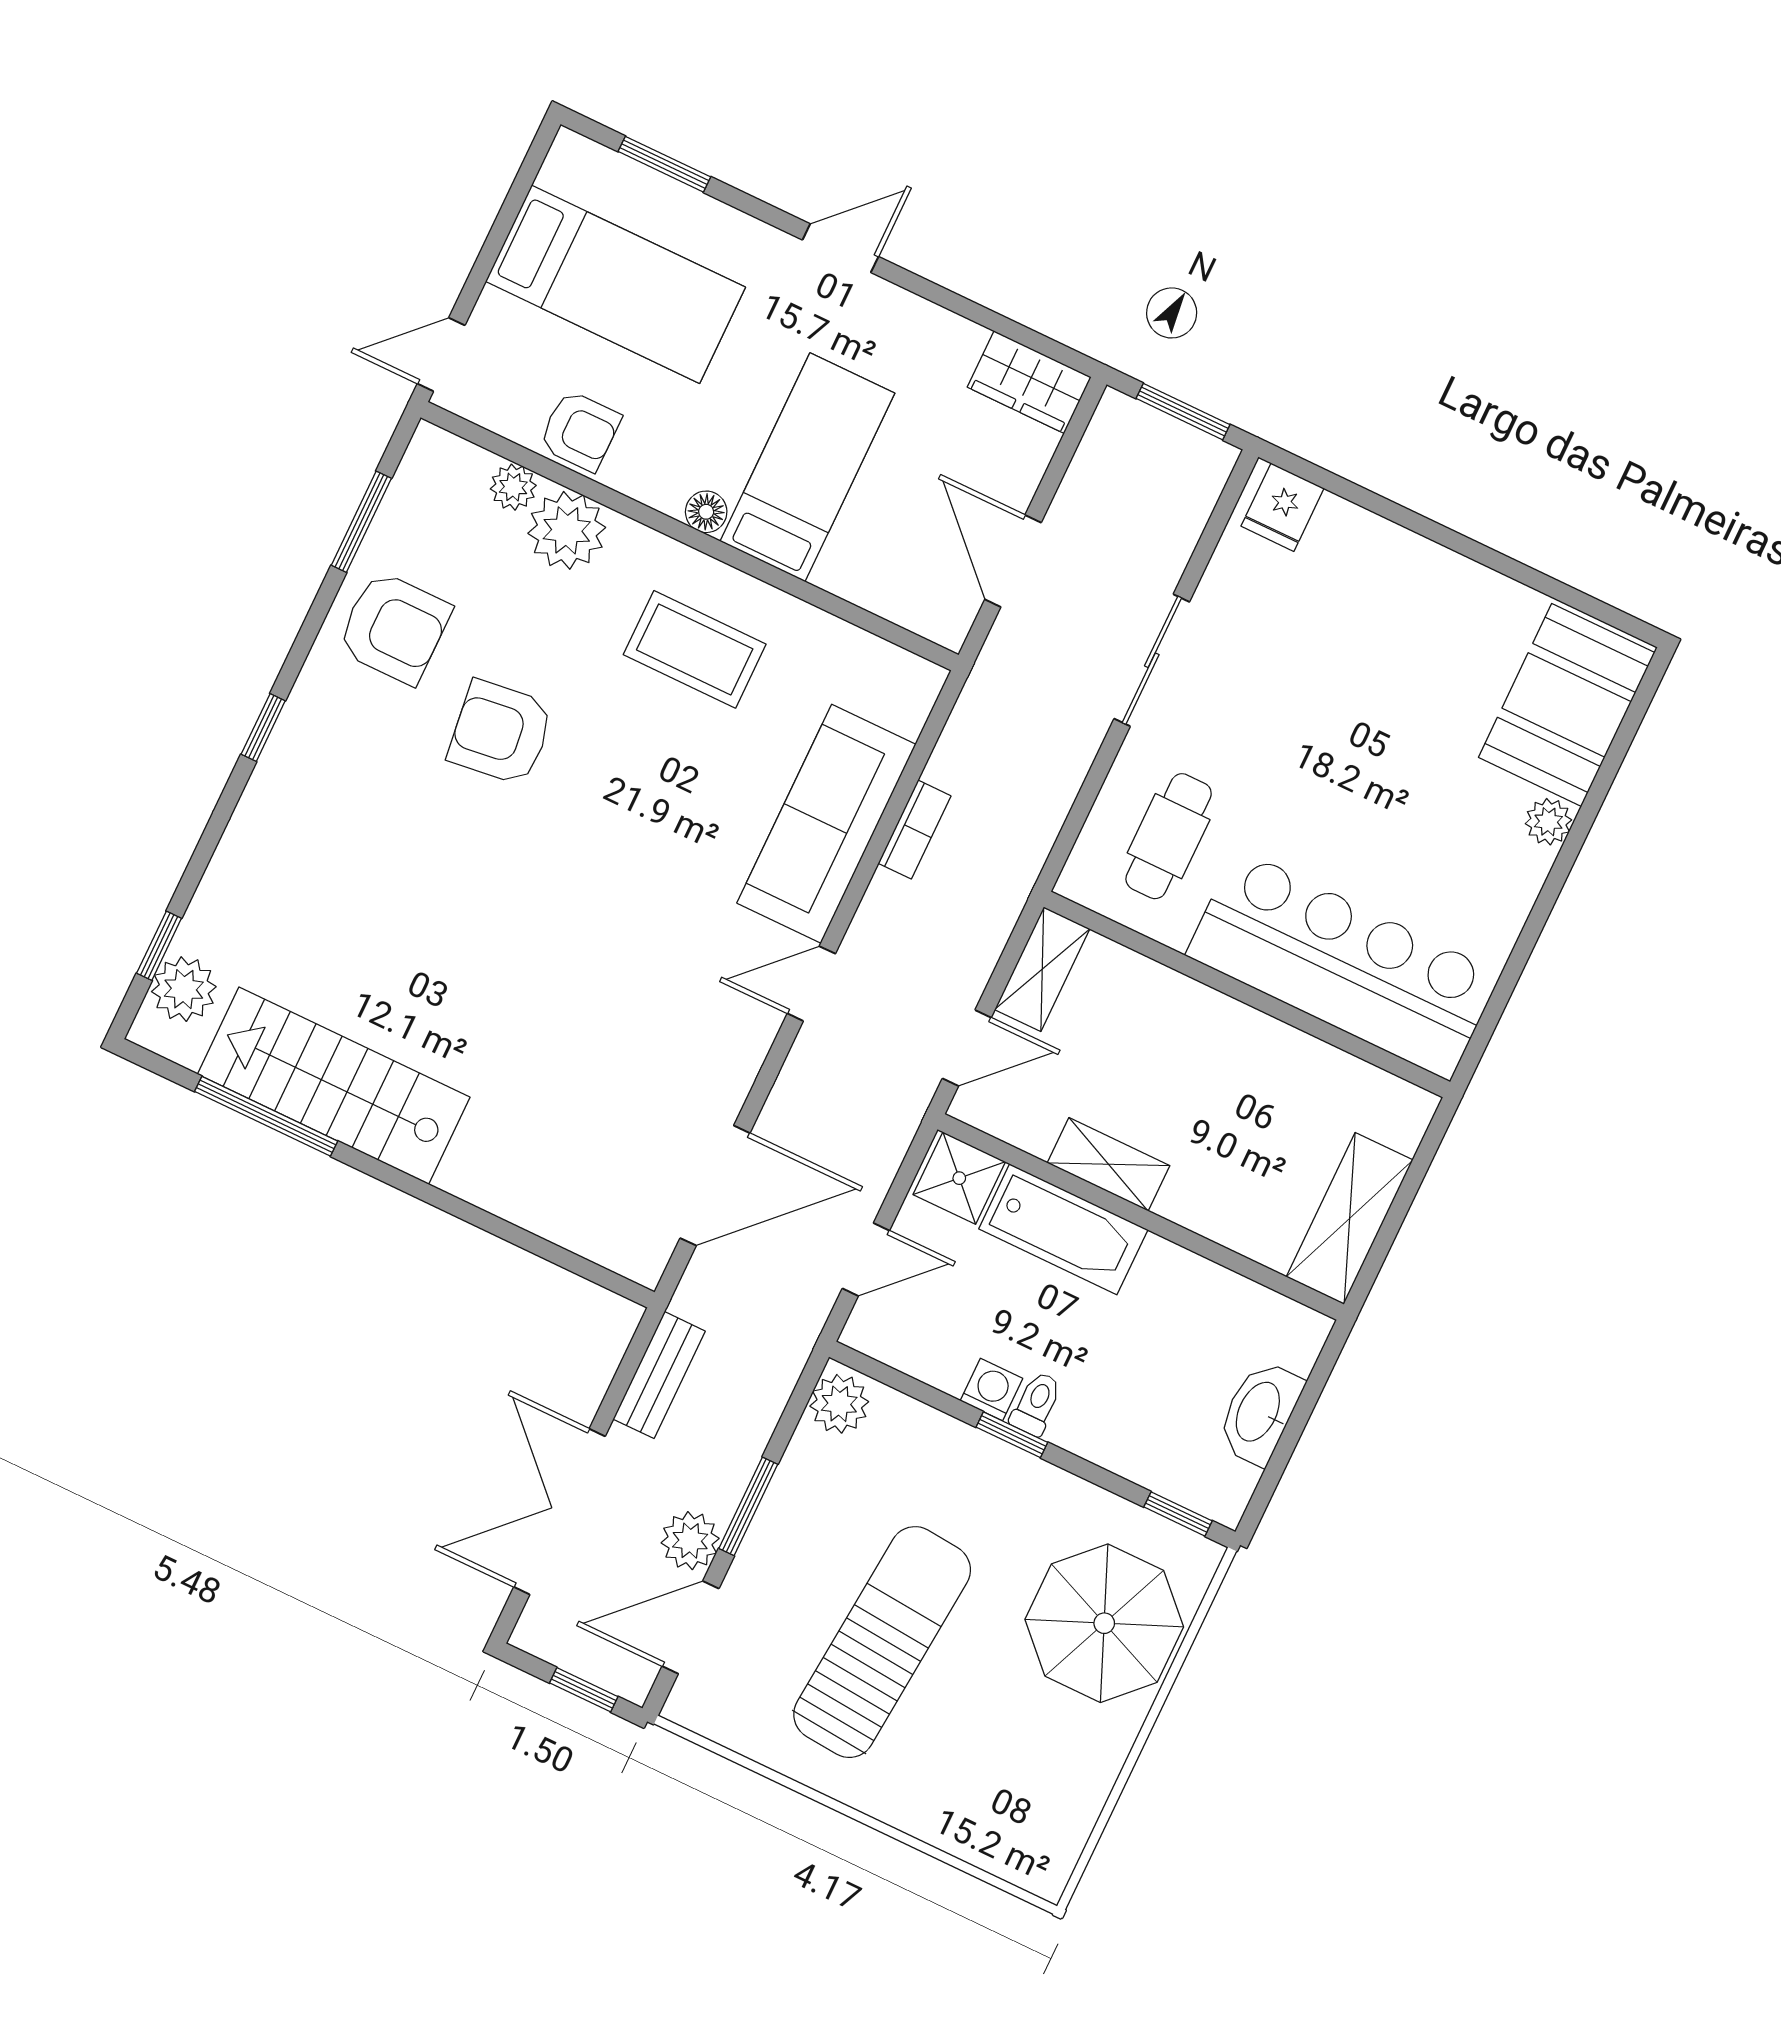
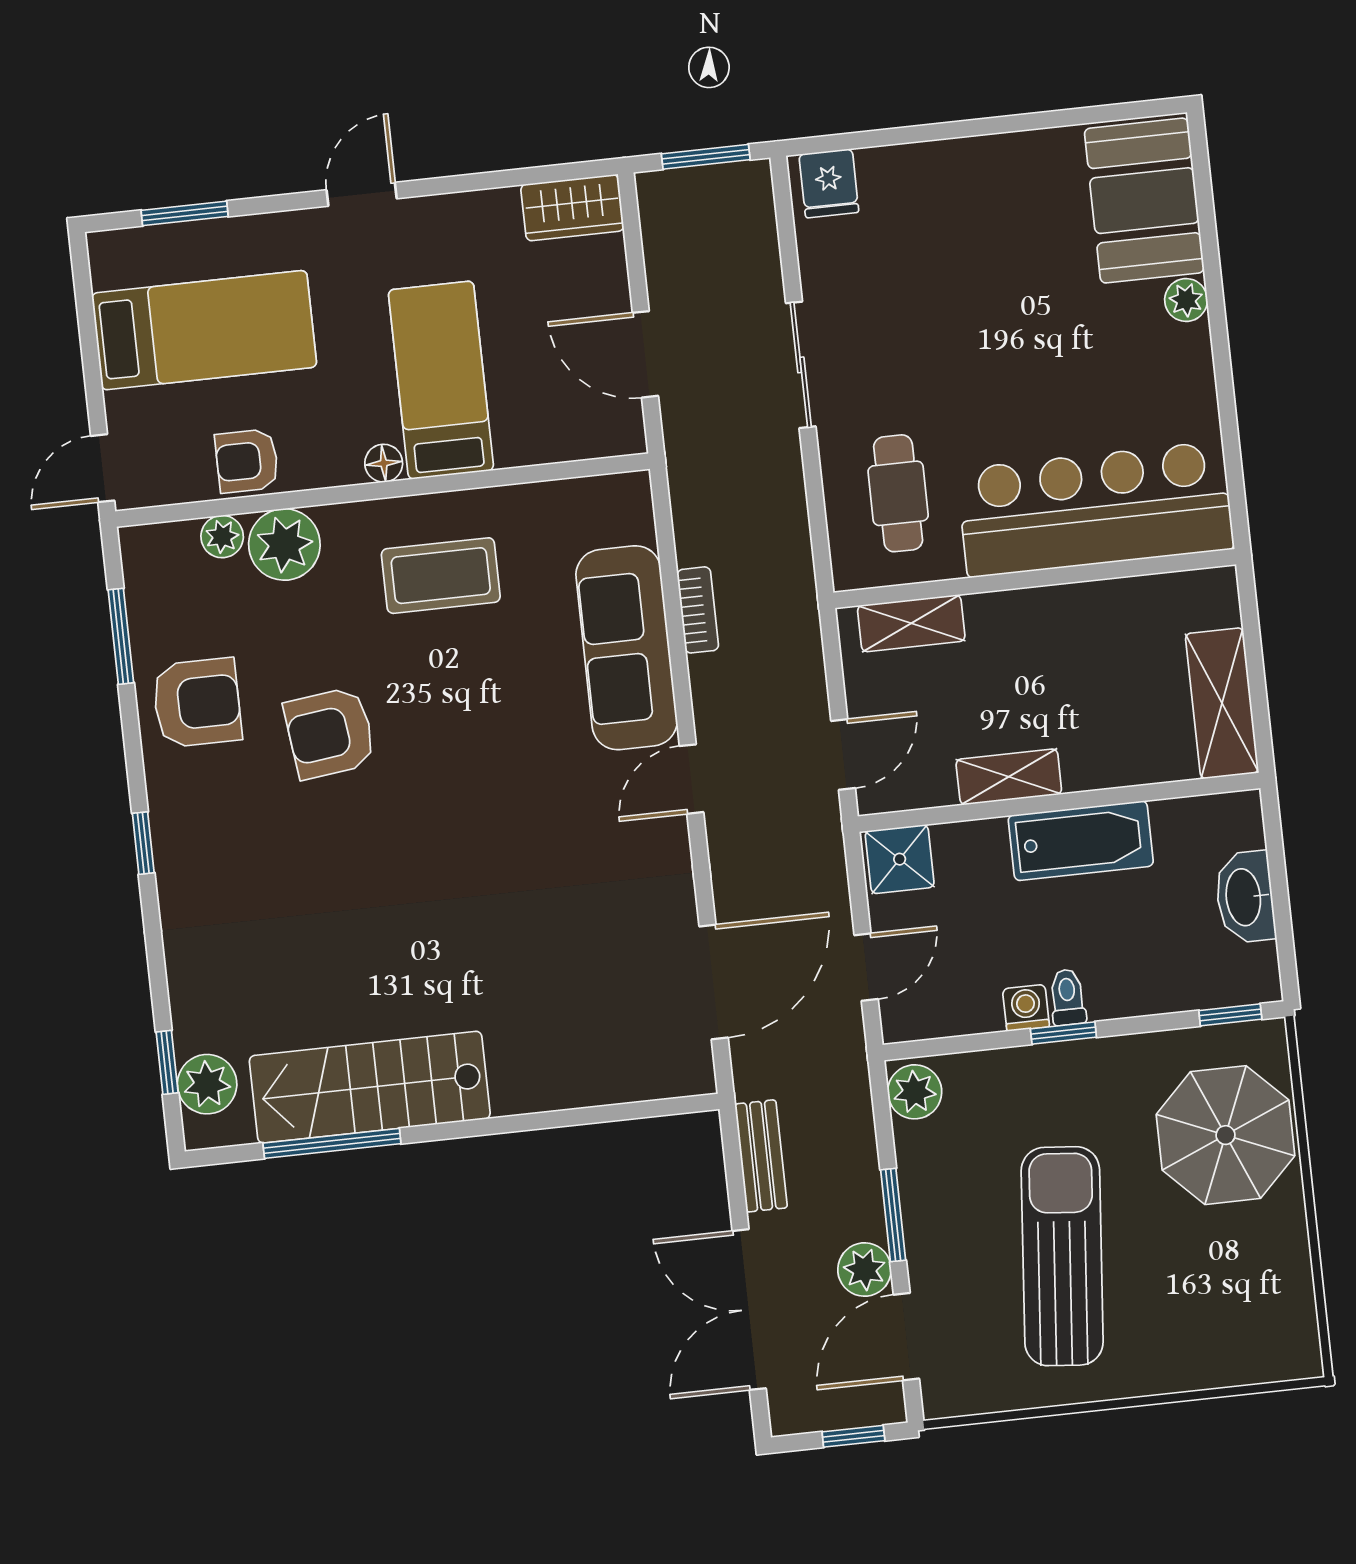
armchair: (580, 431) -> (247, 461), turned 180
shelving: (1042, 969) -> (911, 623), moved, turned 90
bathtub: (1063, 1229) -> (1081, 841), moved

